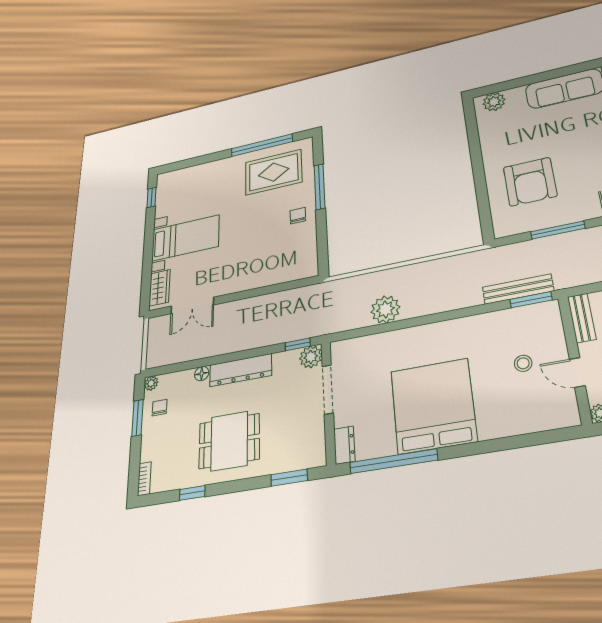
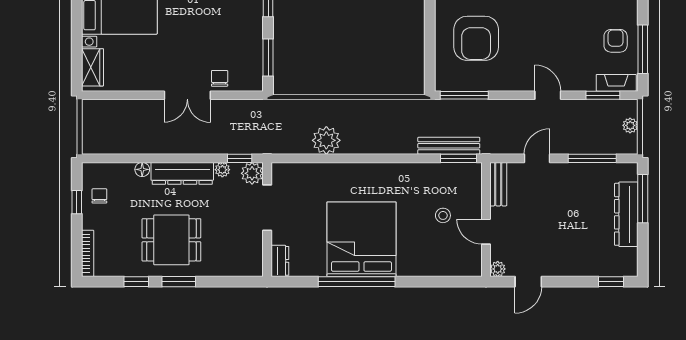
chair: (298, 216) -> (220, 78), moved
window: (558, 230) -> (464, 95), moved
window: (322, 244) -> (268, 58), added
double door: (192, 305) -> (187, 95), moved
plant: (151, 383) -> (222, 170), moved
window: (138, 418) -> (77, 202), width x0.67
window: (393, 461) -> (357, 282), moved
window: (289, 478) -> (179, 282), moved
bookcase: (144, 479) -> (88, 253), width x1.56

